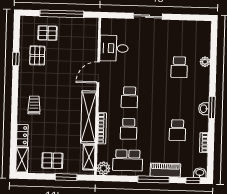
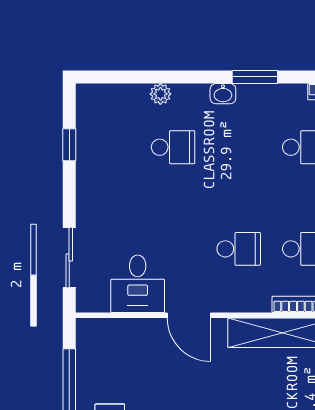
sliding door: (148, 16) -> (69, 258), moved
window: (182, 17) -> (69, 145), added
washbasin: (204, 109) -> (223, 94), moved

